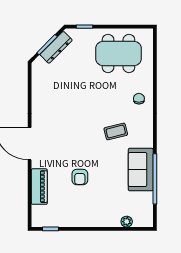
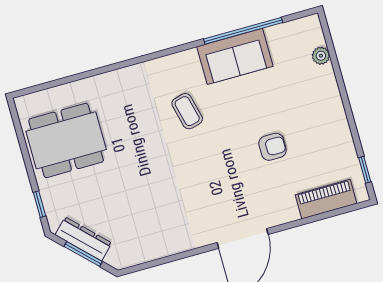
dining table: (118, 54) -> (66, 140), turned 90
chair: (139, 99) -> (127, 90), removed
piano: (39, 187) -> (326, 199), moved

